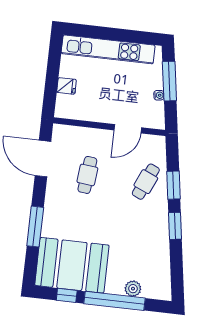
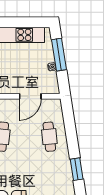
cafe table: (146, 182) -> (49, 137), turned -30
window: (173, 185) -> (72, 137), removed

